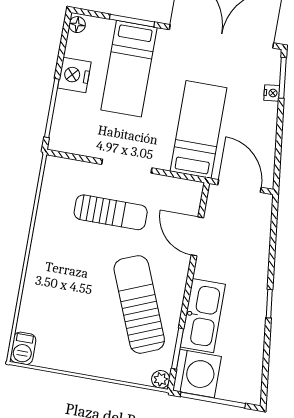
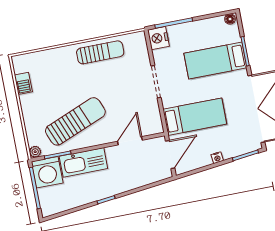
nightstand: (74, 75) -> (158, 38), moved, turned -90
nightstand: (272, 93) -> (217, 158), moved
sun lounger: (111, 212) -> (100, 52), moved, turned -90
barbecue: (23, 348) -> (23, 83), moved, turned -90

